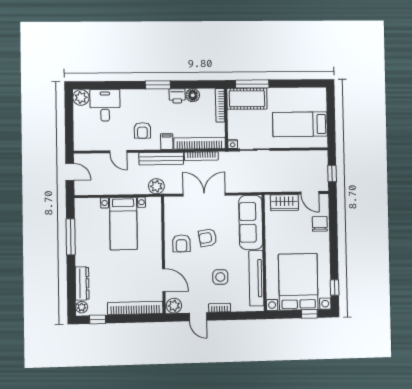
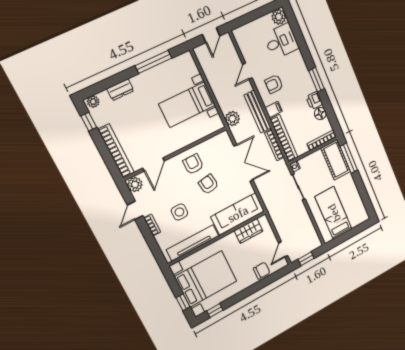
wardrobe: (284, 203) -> (249, 231), moved, turned -90
armchair: (181, 243) -> (193, 164), turned 90
dresser: (82, 283) -> (120, 90), width x0.70

